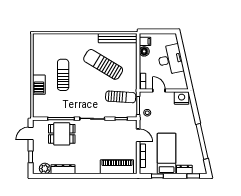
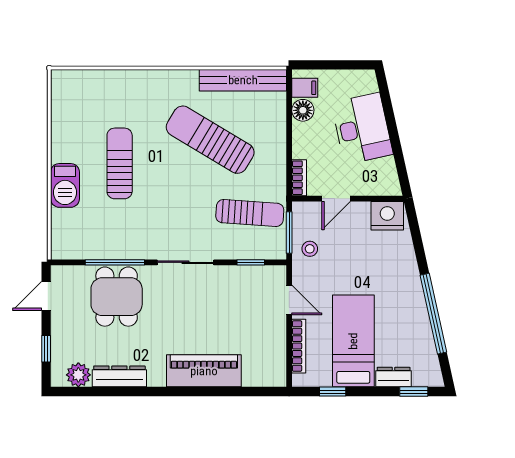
door: (159, 90) -> (336, 199), swing flipped
dining table: (62, 134) -> (117, 297), turned 90
piano: (117, 167) -> (204, 371), moved

